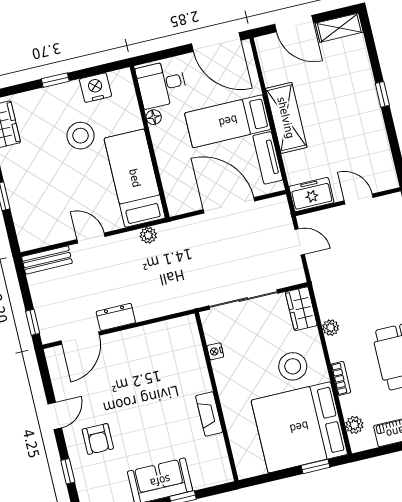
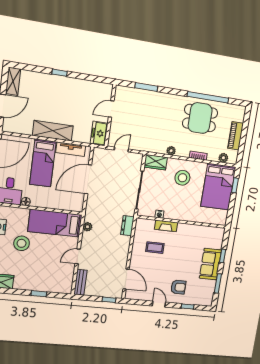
dresser: (116, 317) -> (127, 226), moved
coffee table: (154, 367) -> (155, 248), added
fireplace: (209, 414) -> (166, 226), moved
bed: (299, 427) -> (218, 187), width x0.73

